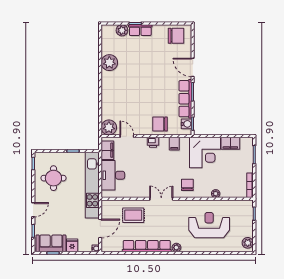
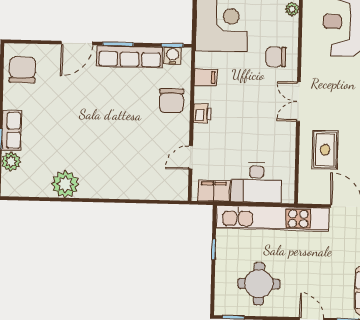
plant: (109, 127) -> (175, 188), removed

